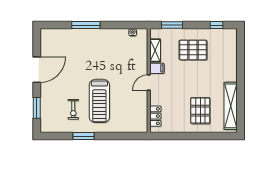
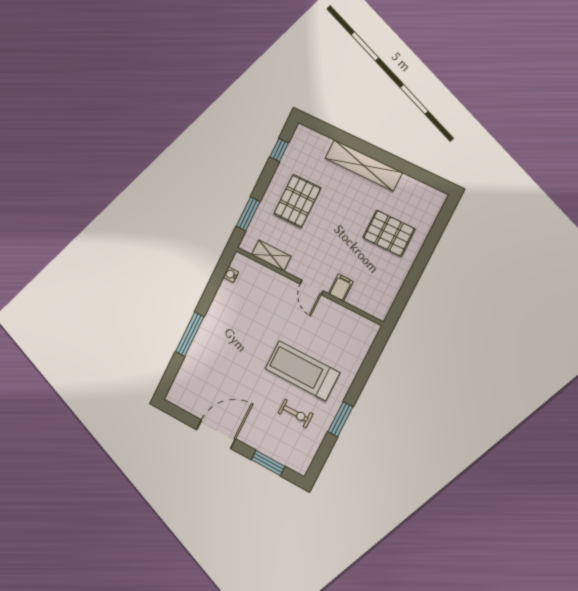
filing cabinet: (157, 68) -> (341, 288), moved
door: (37, 70) -> (216, 434), hinge flipped
treadmill: (99, 101) -> (302, 371), turned 180
shelving: (231, 106) -> (364, 165), moved
locker: (155, 116) -> (364, 302), removed

